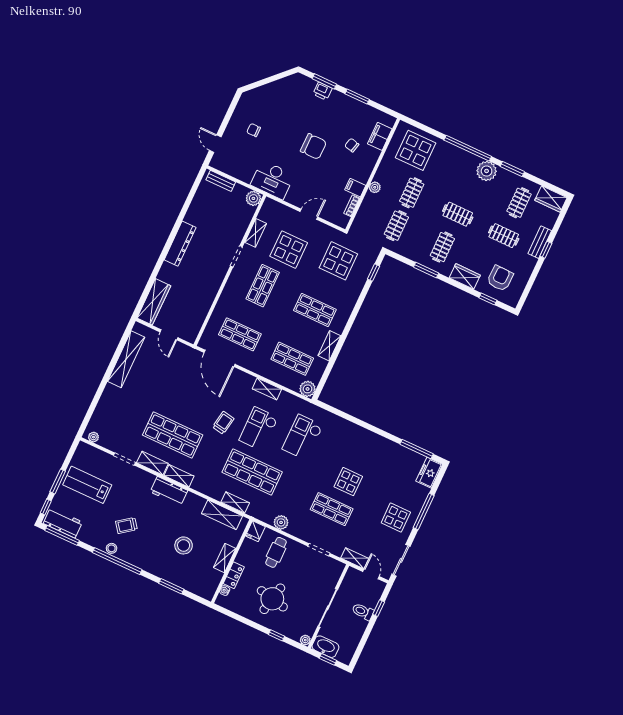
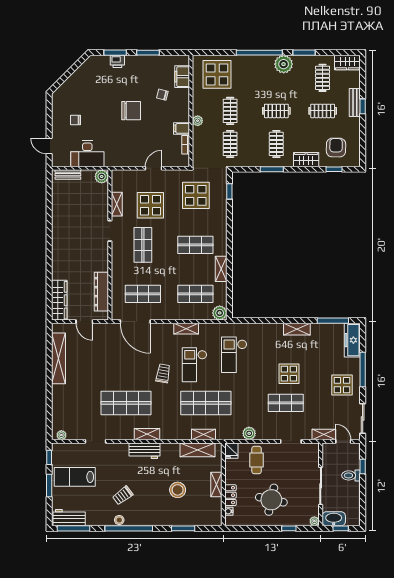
desk: (272, 180) -> (87, 154), moved
dresser: (180, 244) -> (101, 292), moved, turned 180
shelving: (152, 463) -> (297, 329), moved
freezer: (429, 473) -> (352, 340), width x1.40
window: (46, 507) -> (49, 457), moved

